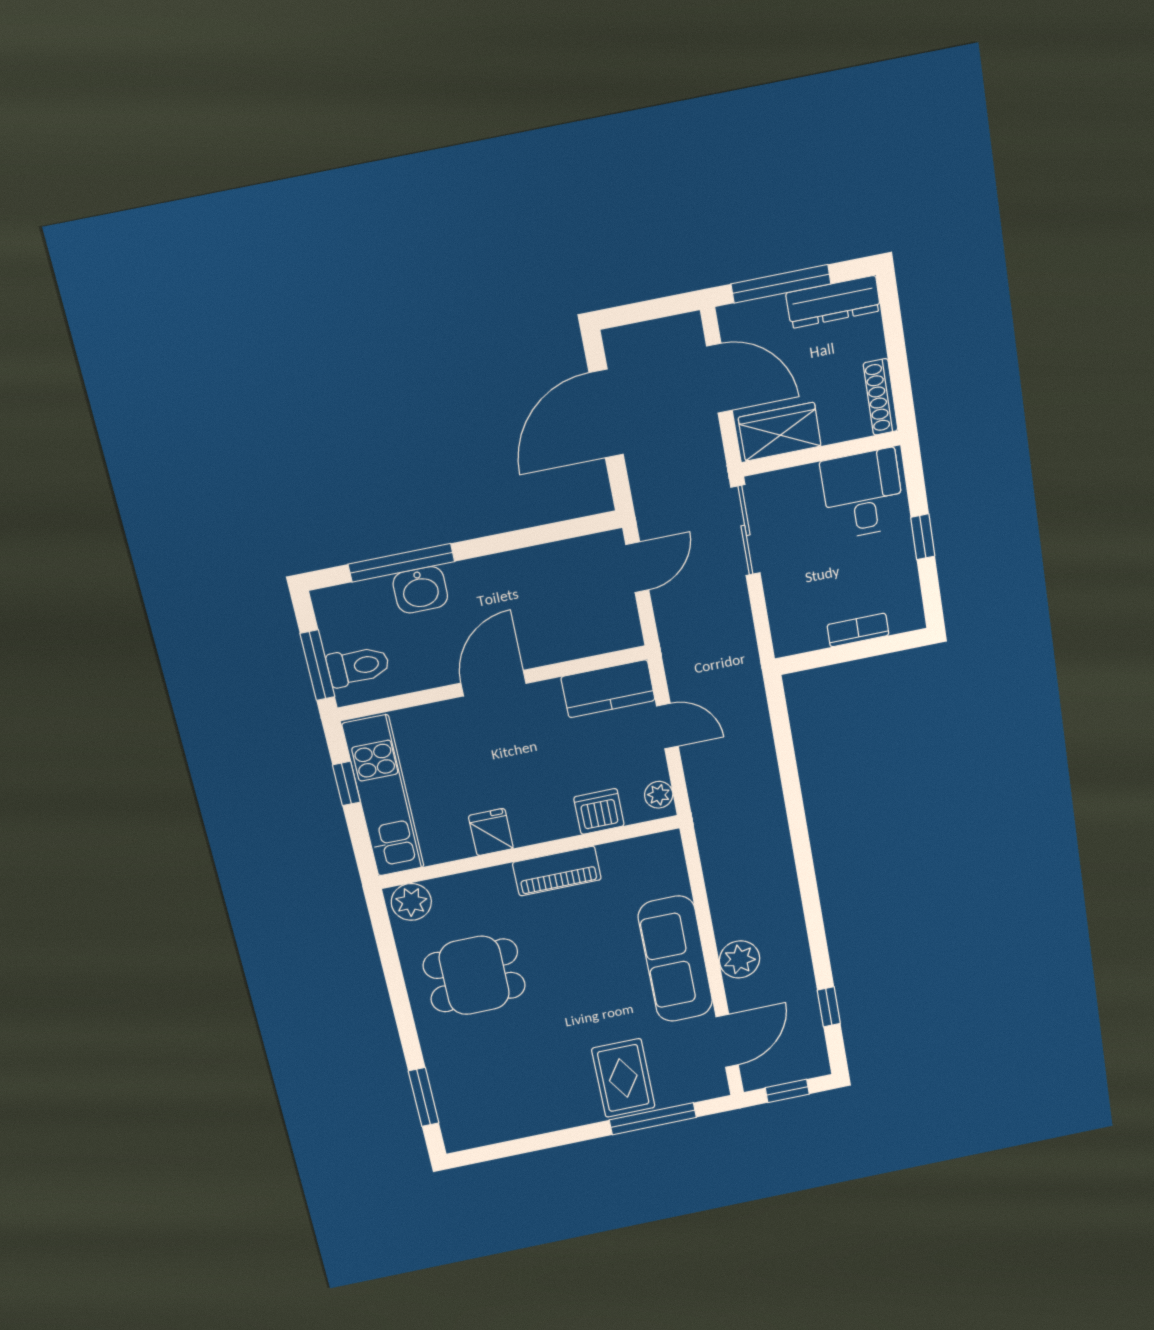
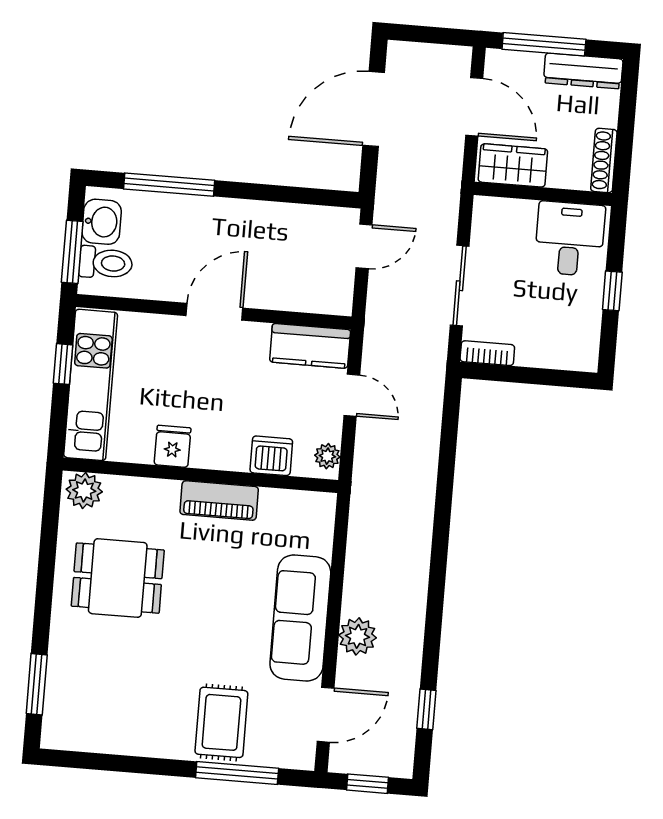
sliding door: (745, 530) -> (460, 286), moved
washbasin: (420, 590) -> (102, 222), moved, turned -90
bookcase: (858, 630) -> (487, 353), moved

